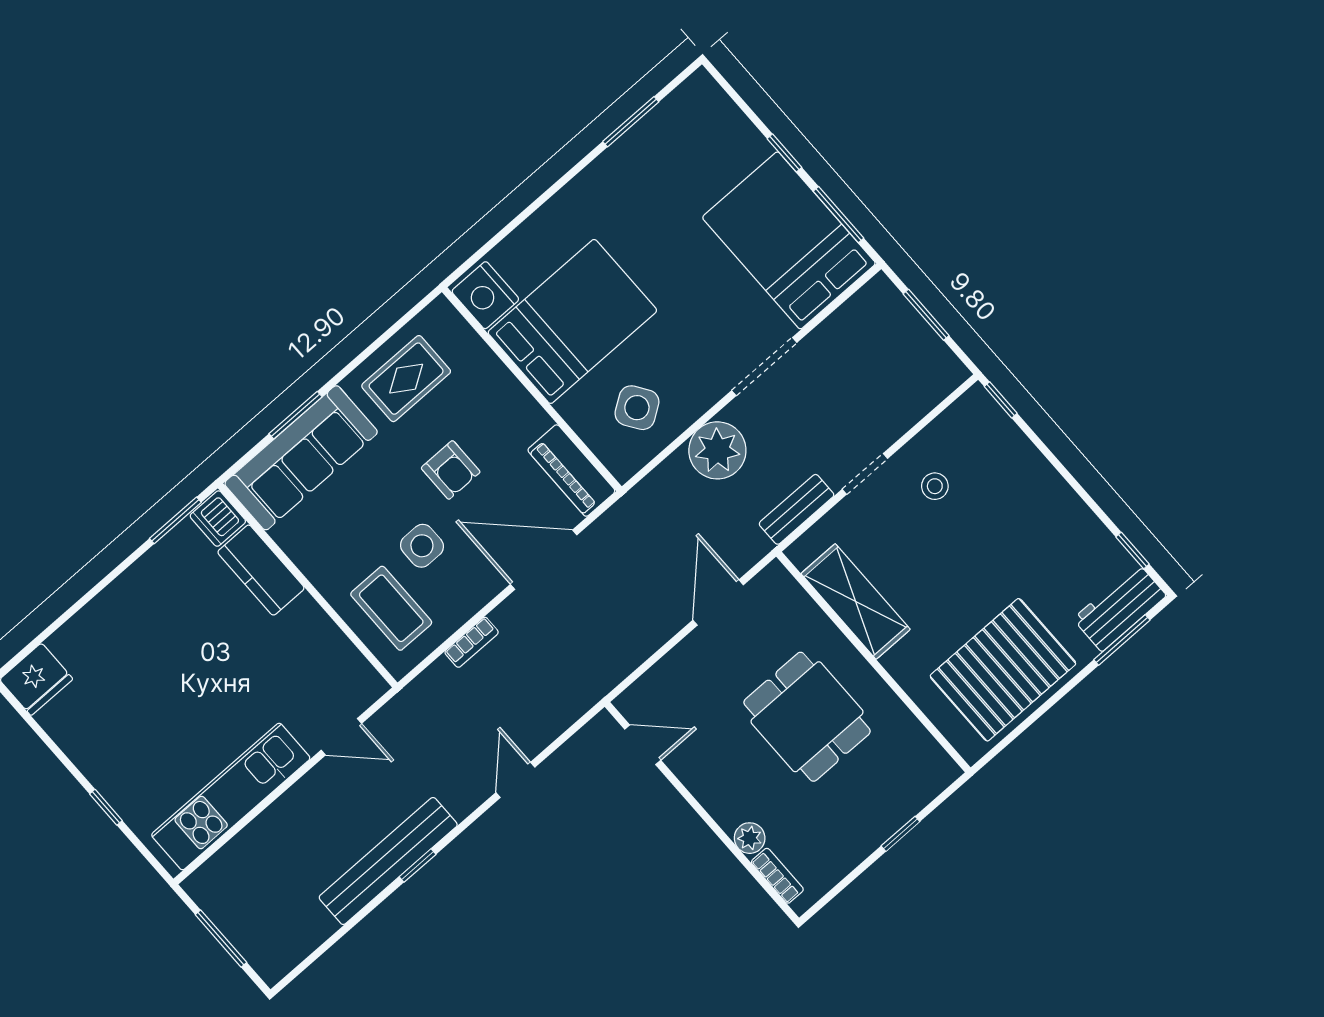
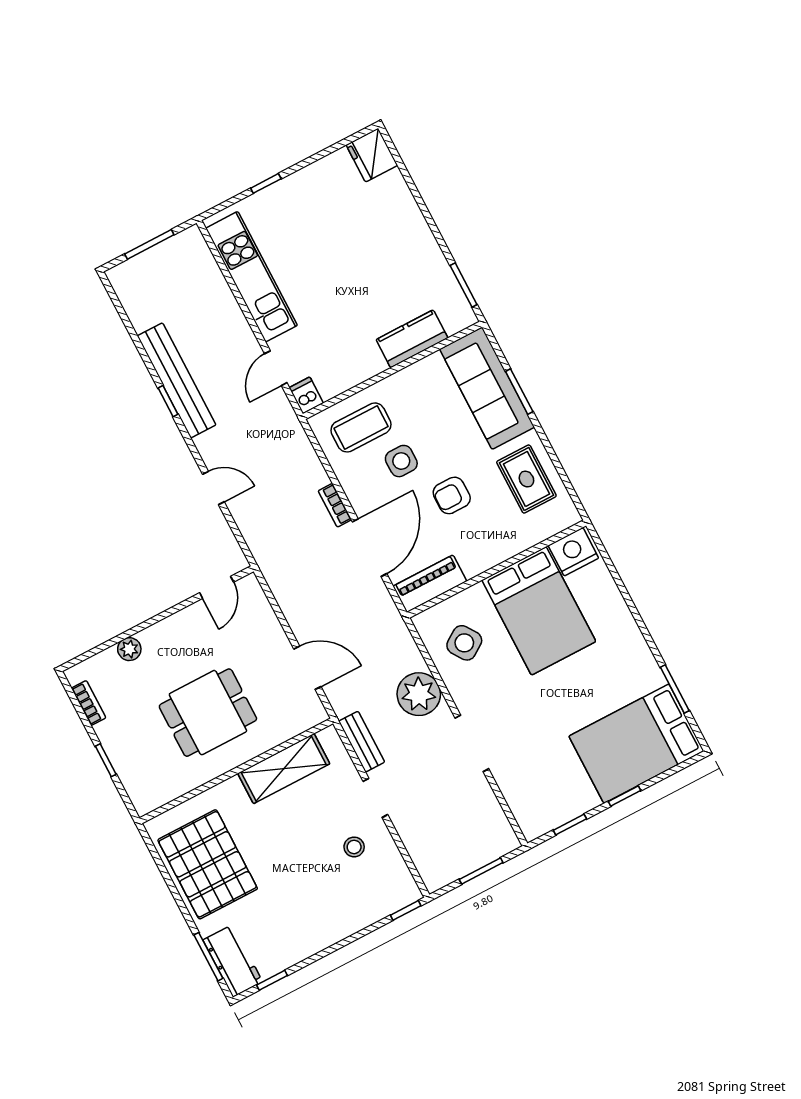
window: (838, 215) -> (570, 825), width x0.67
bed: (789, 240) -> (636, 744), moved, turned 180
dishwasher: (218, 519) -> (306, 395), moved, width x0.73
bookcase: (472, 642) -> (335, 505), moved
bookcase: (777, 876) -> (89, 703), moved, turned -90

